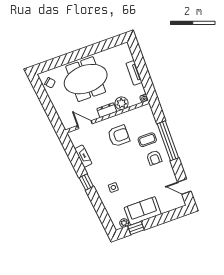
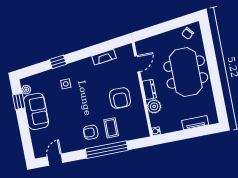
tv unit: (134, 73) -> (195, 123), moved
window: (86, 182) -> (58, 62), moved

